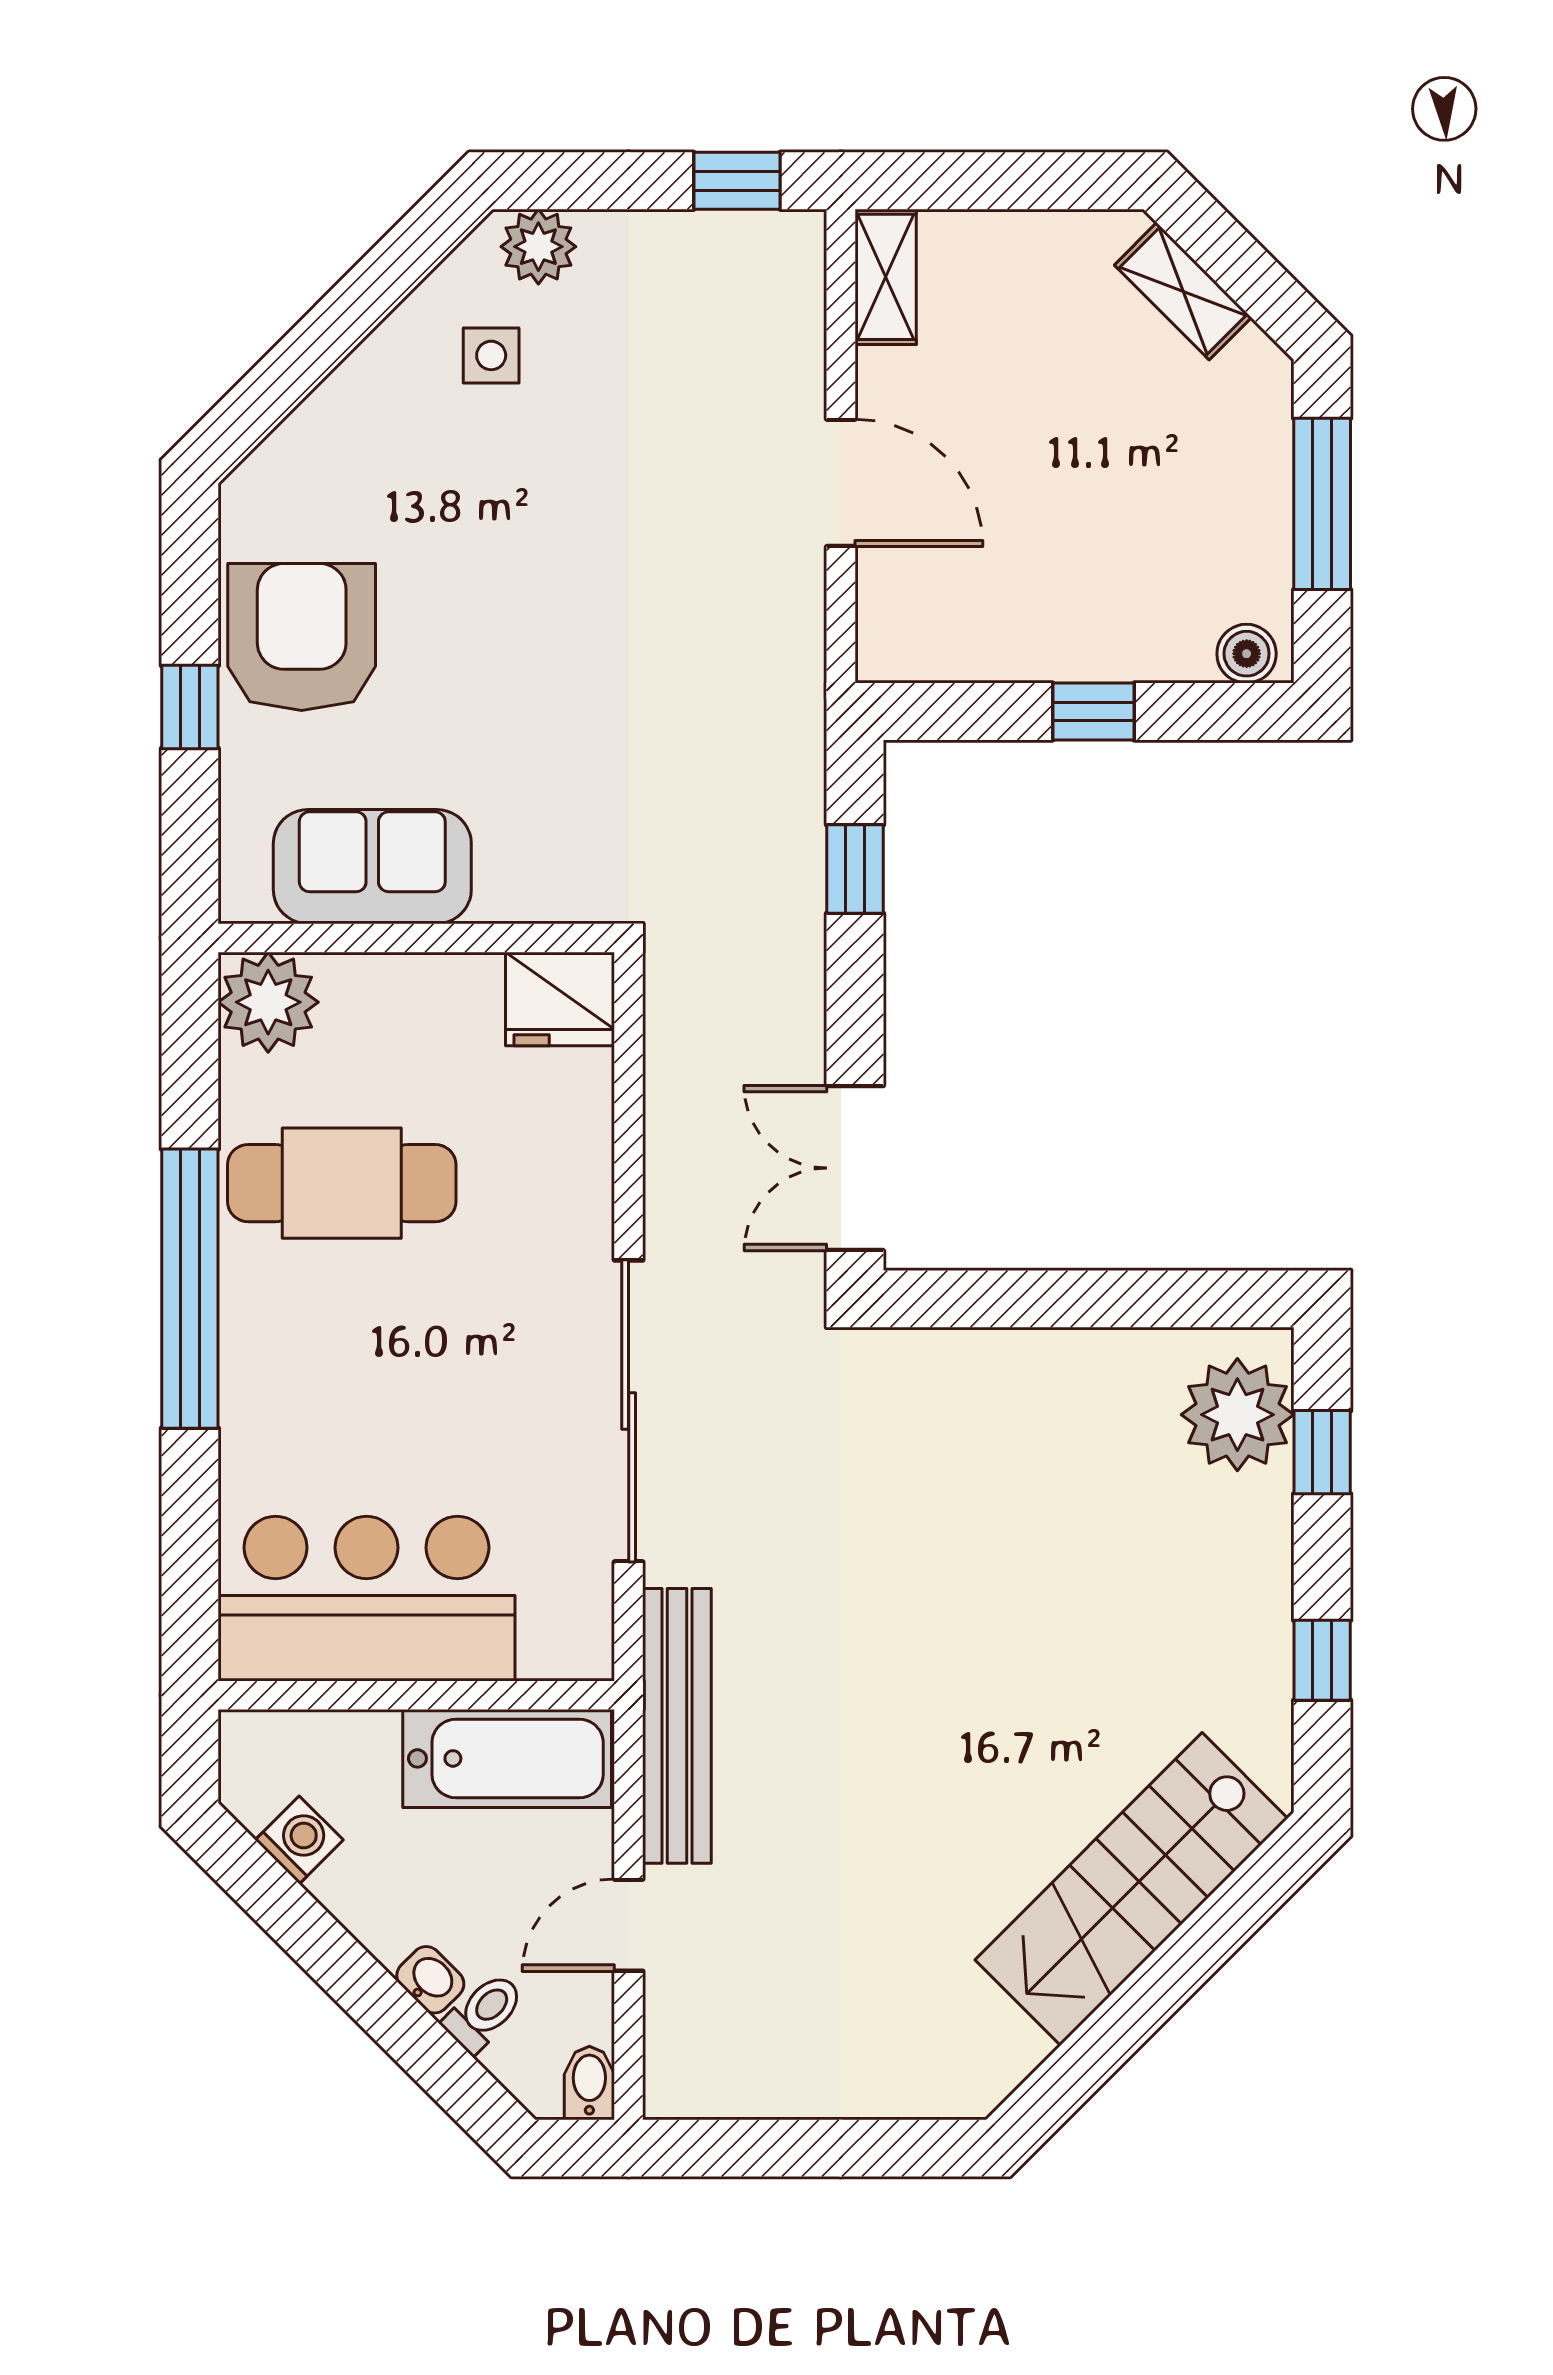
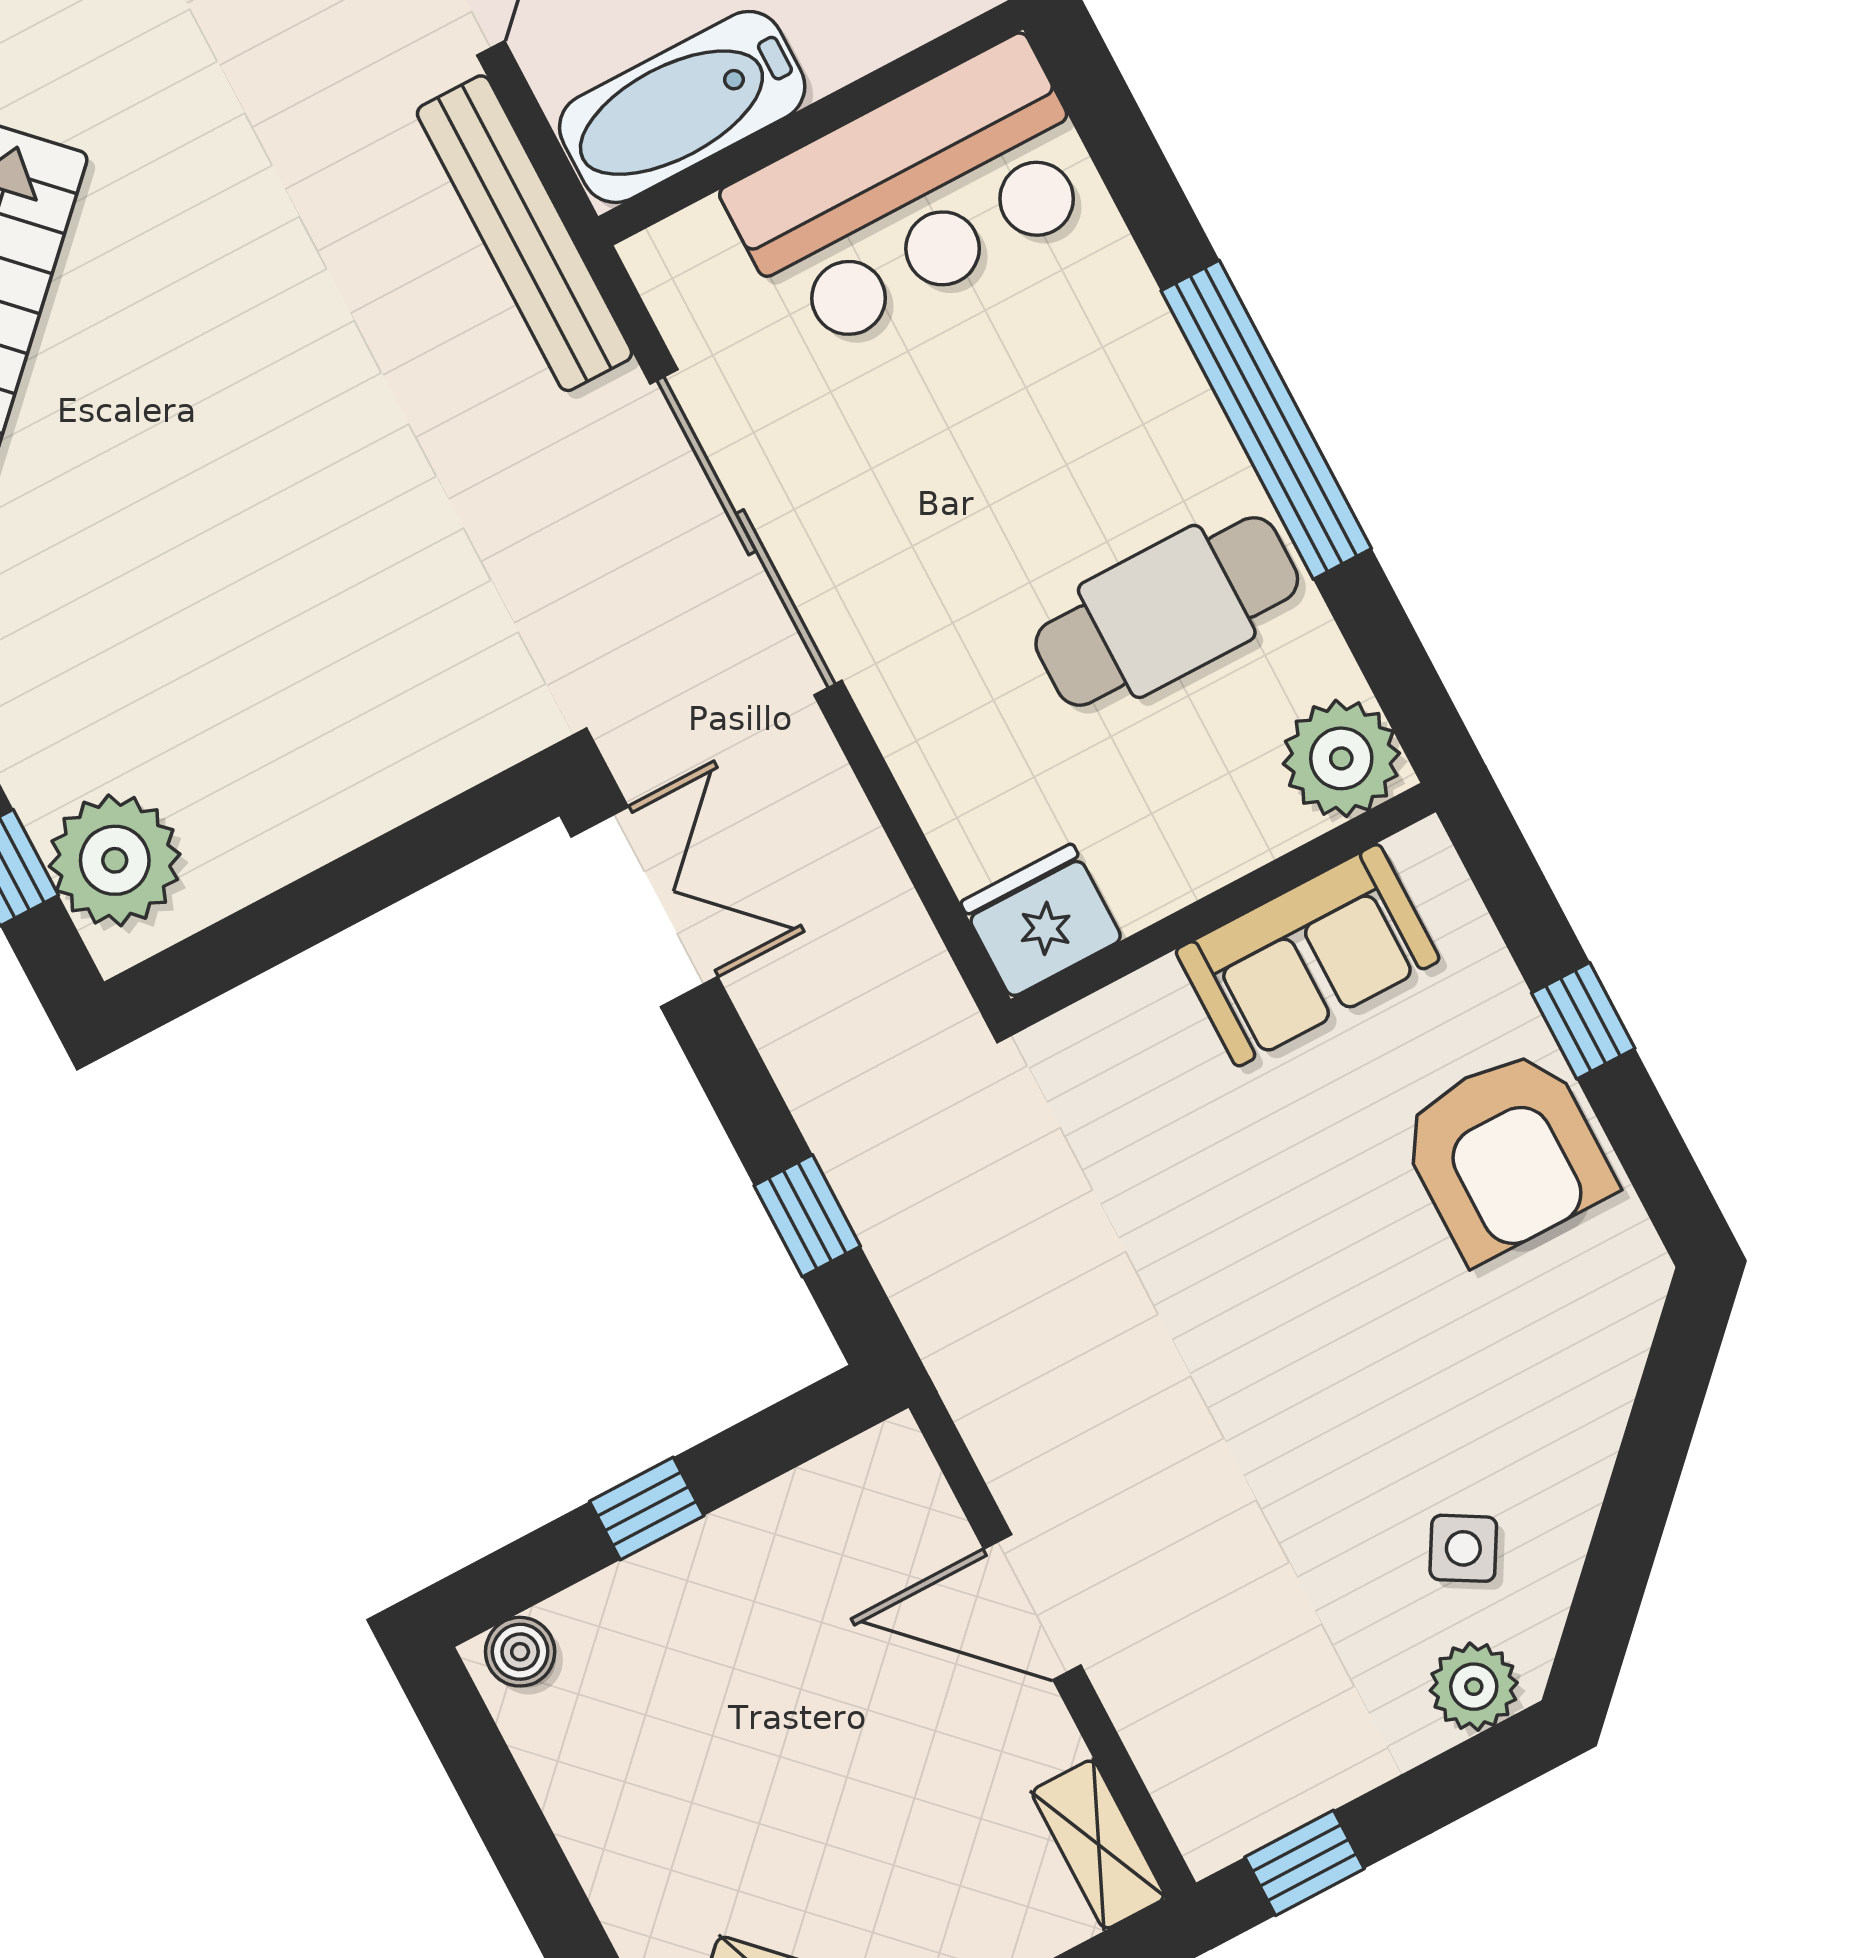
side table: (491, 355) -> (1463, 1548), turned 30
window: (1322, 504) -> (524, 1848), removed

